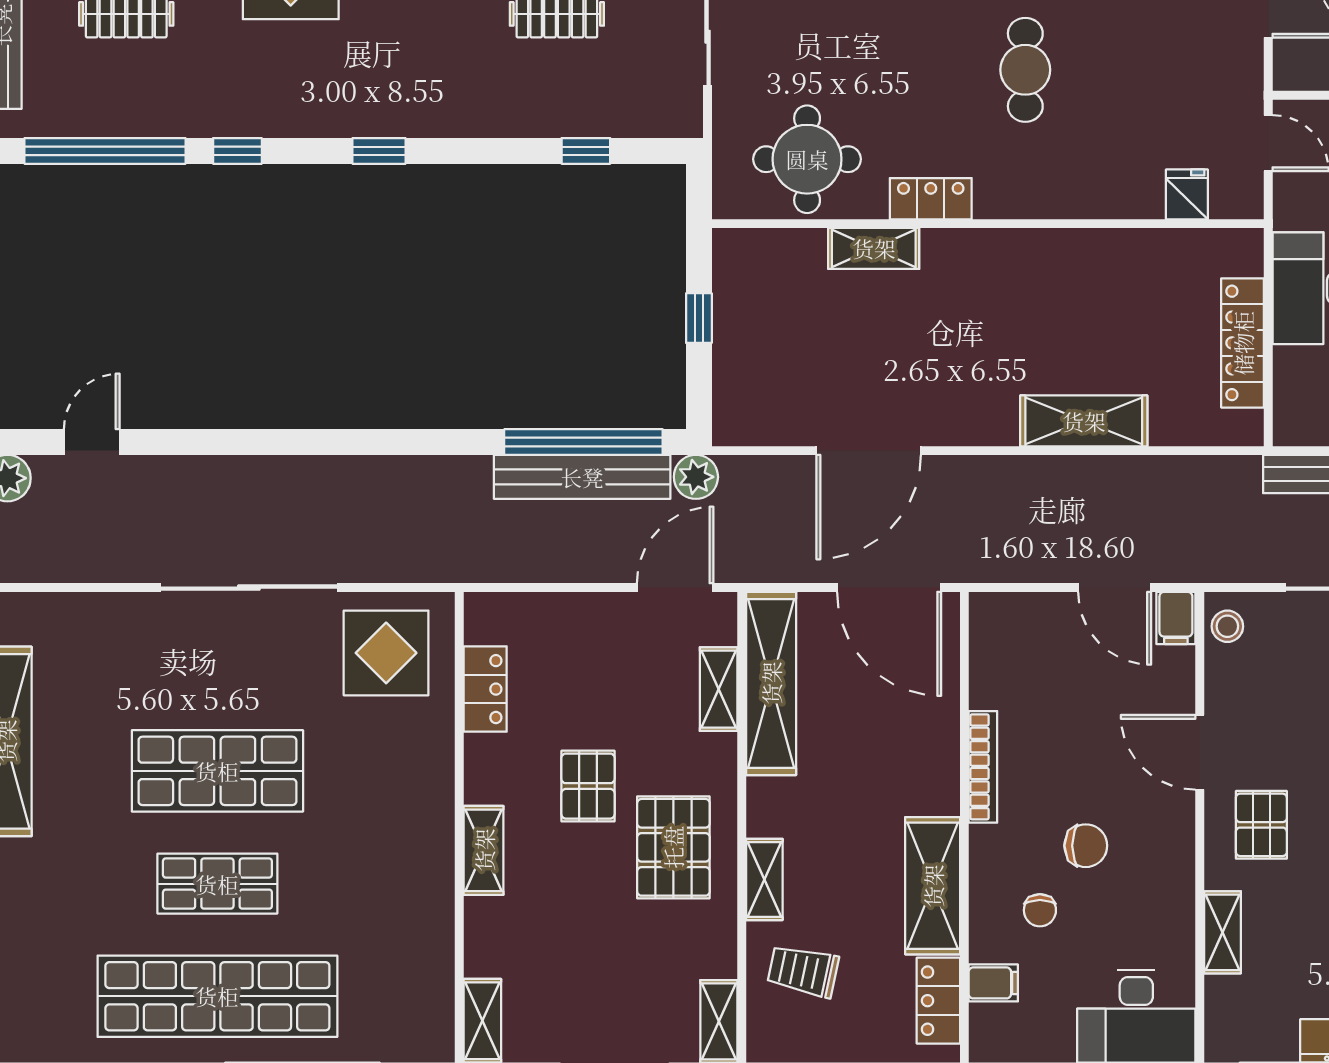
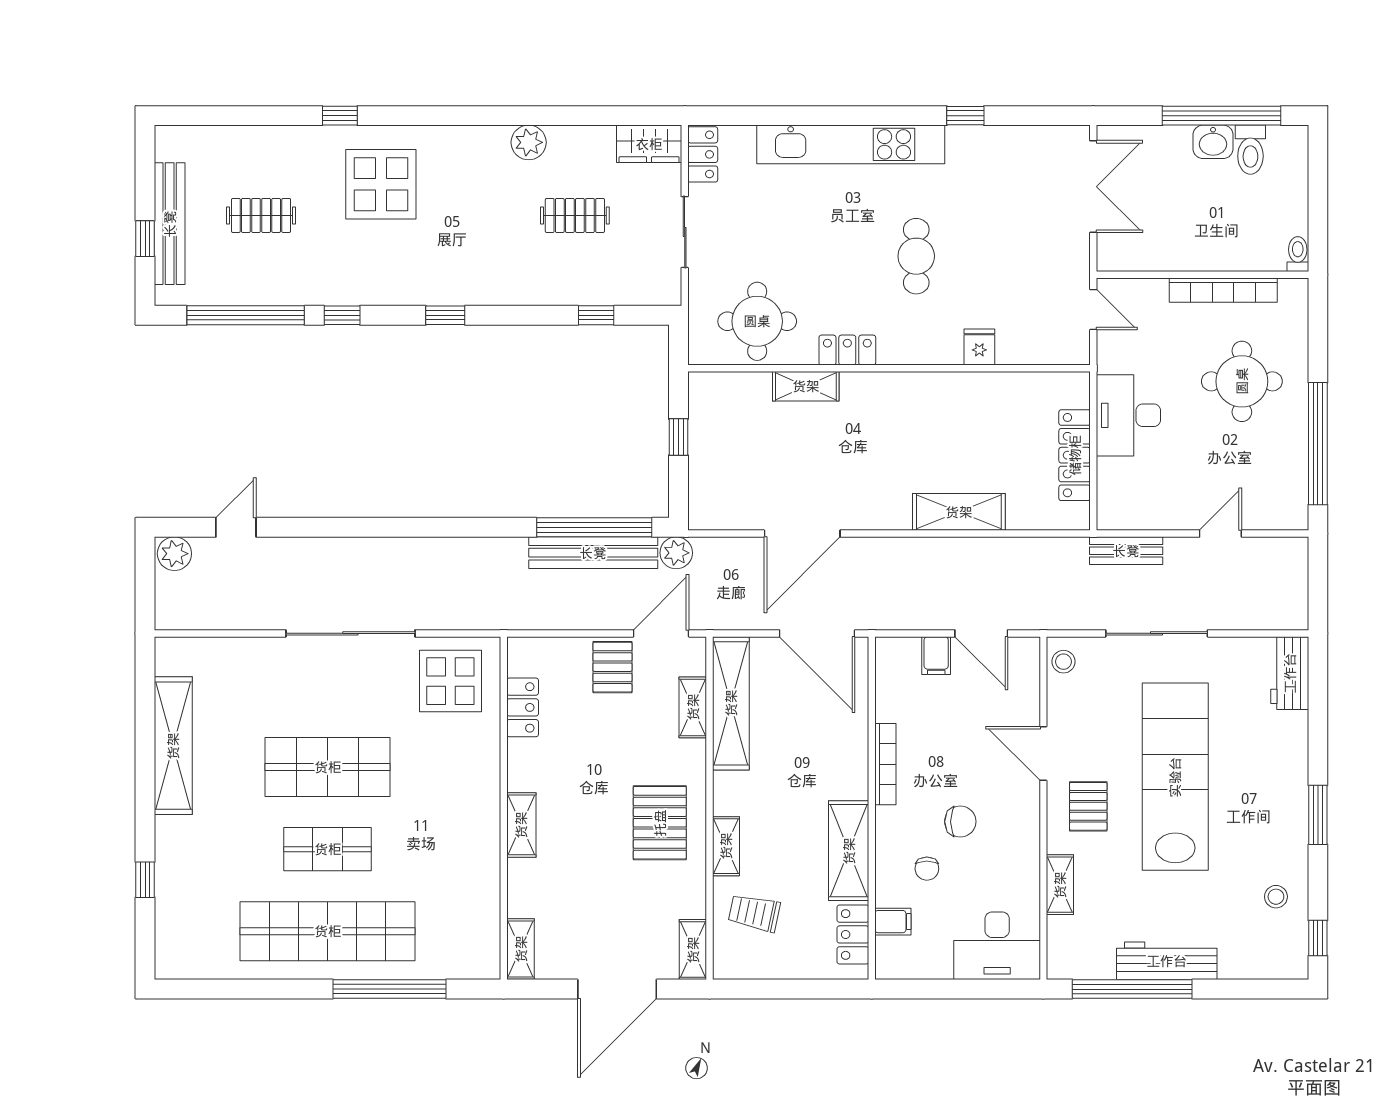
fridge: (1187, 194) -> (979, 347), moved
filing cabinet: (1176, 618) -> (936, 656), moved
pallet: (588, 786) -> (612, 667), moved

